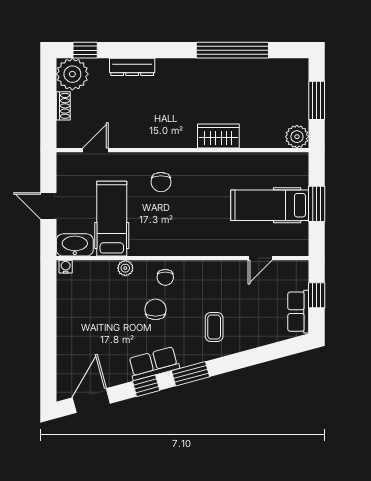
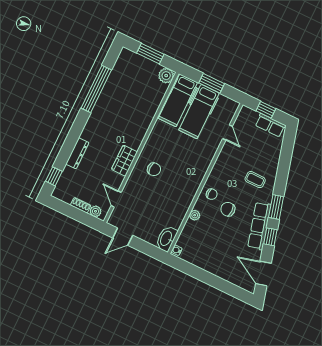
plant: (72, 74) -> (95, 211), moved, width x0.53, depth x0.53
wardrobe: (218, 136) -> (124, 161), moved
door: (48, 206) -> (123, 237), moved
hospital bed: (112, 219) -> (178, 100), moved, turned -90
row of seats: (154, 363) -> (259, 226), width x1.48

